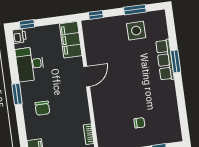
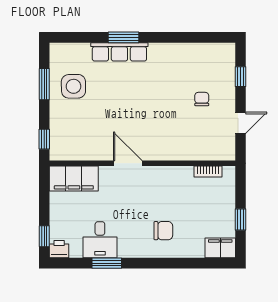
desk: (30, 64) -> (100, 240), width x0.73
window: (17, 94) -> (107, 263), moved

